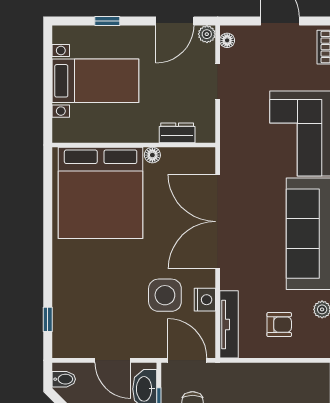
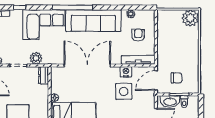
plant: (232, 117) -> (36, 58), added
dresser: (177, 133) -> (44, 75), moved
double door: (218, 222) -> (87, 65), swing flipped

